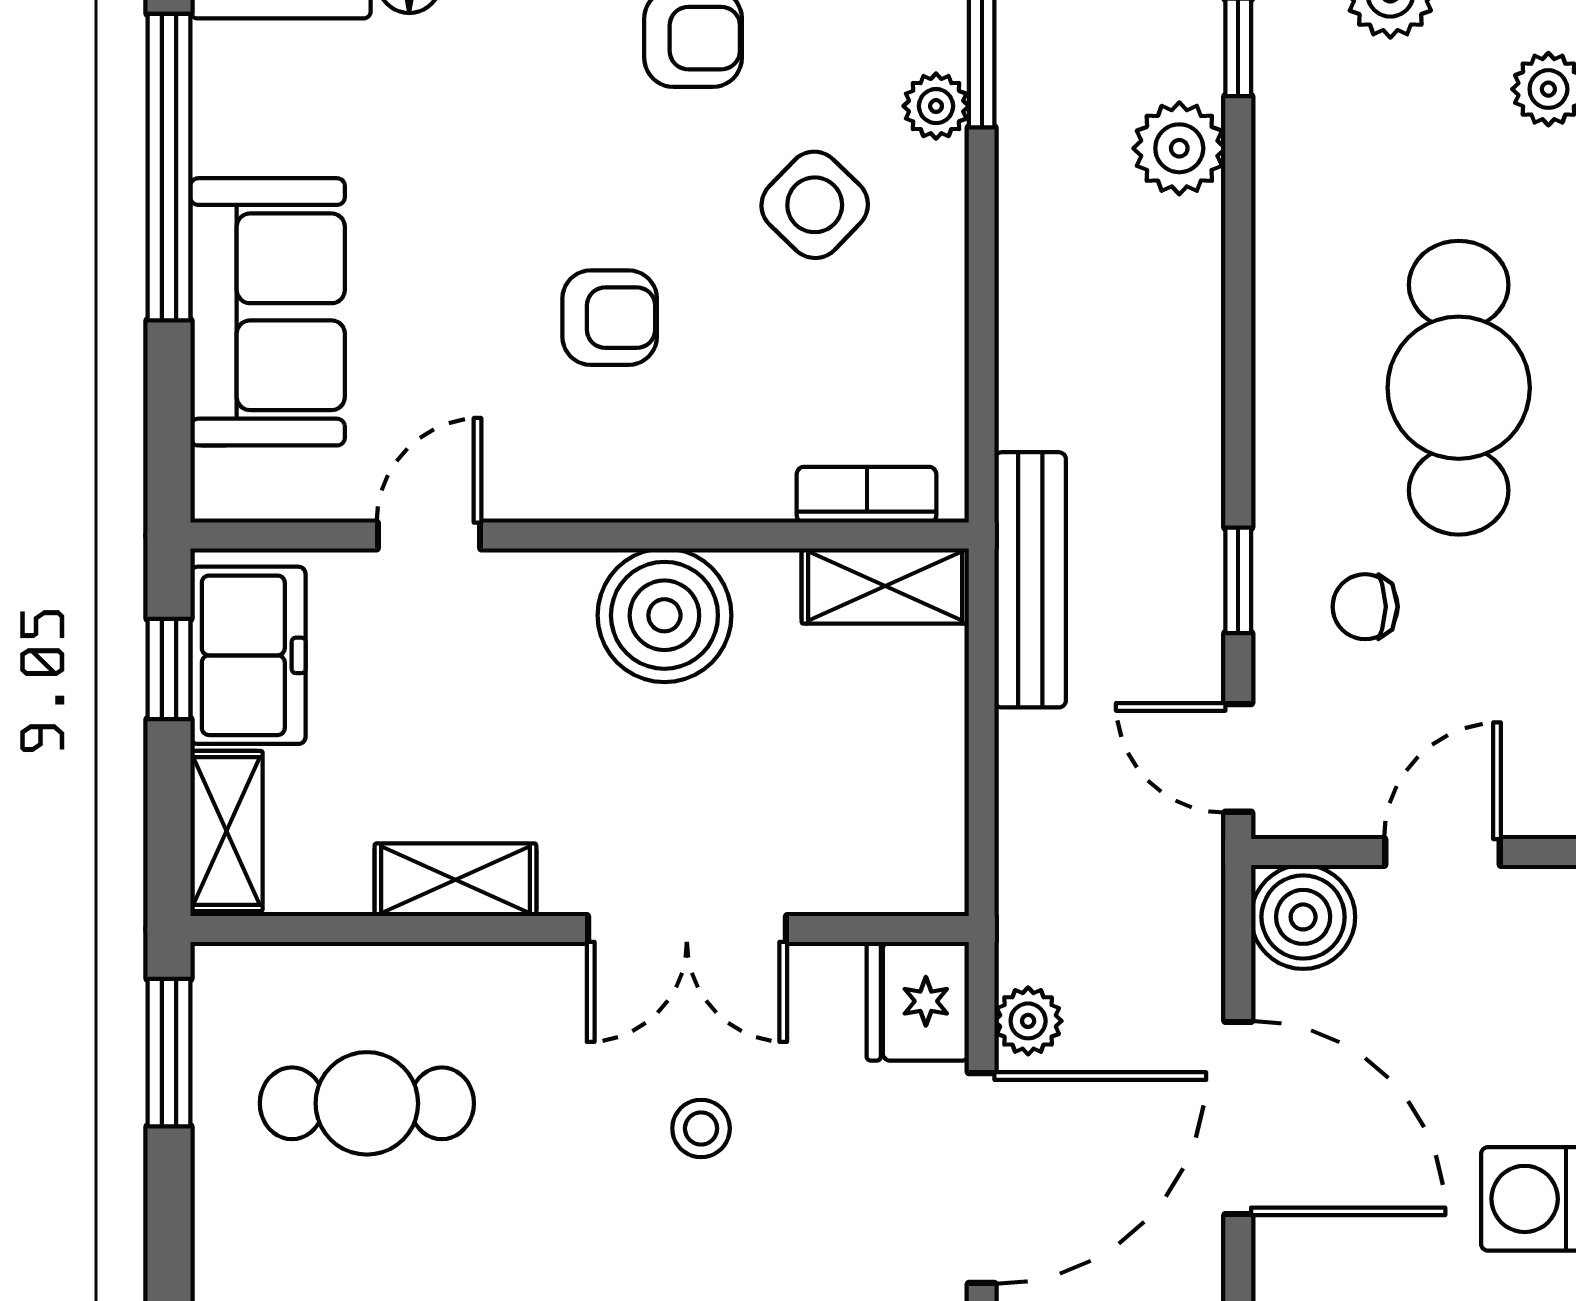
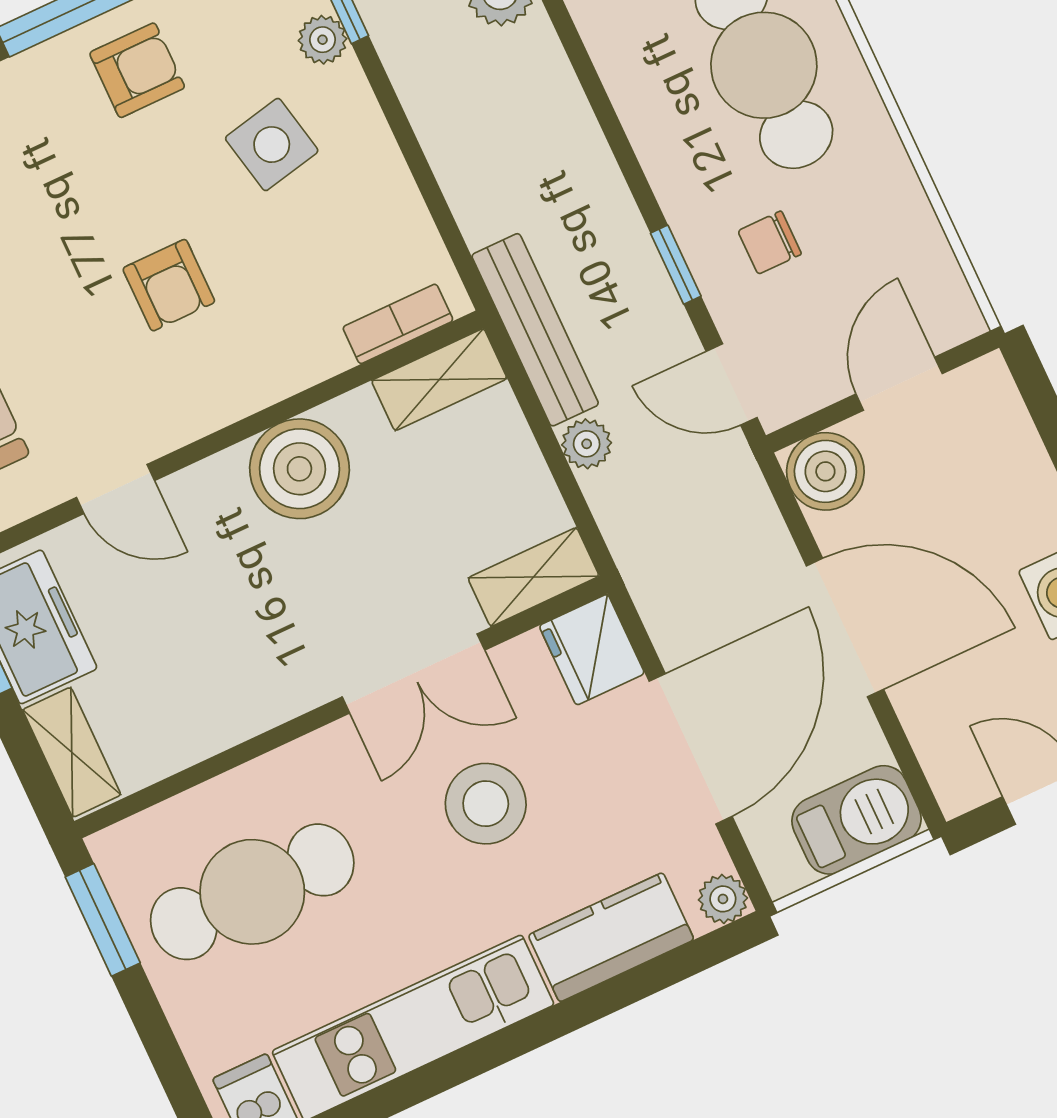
side table: (815, 205) -> (272, 145), turned 34
armchair: (610, 318) -> (169, 285), turned 90
door: (429, 536) -> (115, 489), swing flipped
shelving: (455, 880) -> (534, 577), moved
plant: (1028, 1021) -> (587, 444), moved
cafe table: (367, 1103) -> (252, 892), width x1.37, depth x1.35
stool: (701, 1128) -> (486, 804), width x1.89, depth x1.89

